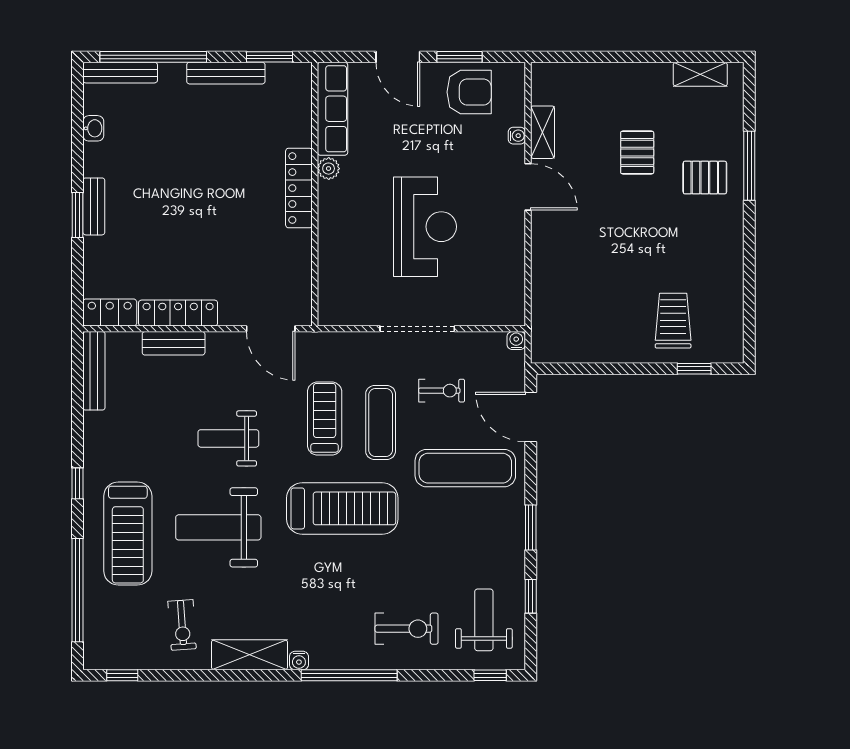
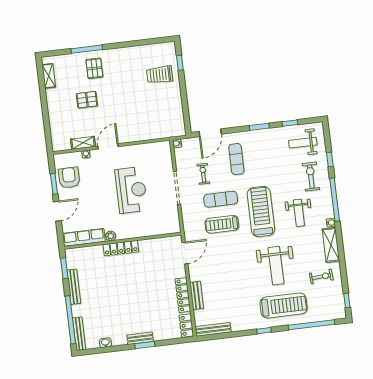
reception desk: (425, 227) -> (131, 190), turned 90
weight bench: (228, 438) -> (299, 213), moved
exercise mat: (465, 468) -> (236, 159), width x0.73, depth x0.69
window: (490, 675) -> (330, 160), moved

